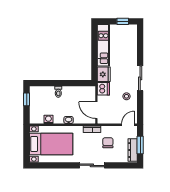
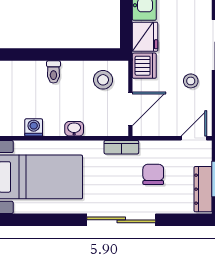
stool: (83, 96) -> (103, 80), added
door: (96, 110) -> (130, 109), swing flipped
sliding door: (92, 165) -> (121, 220), width x1.37

